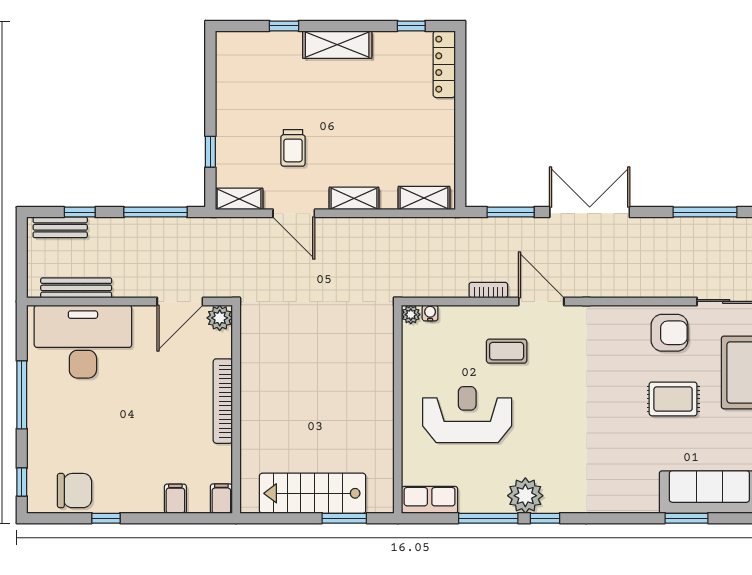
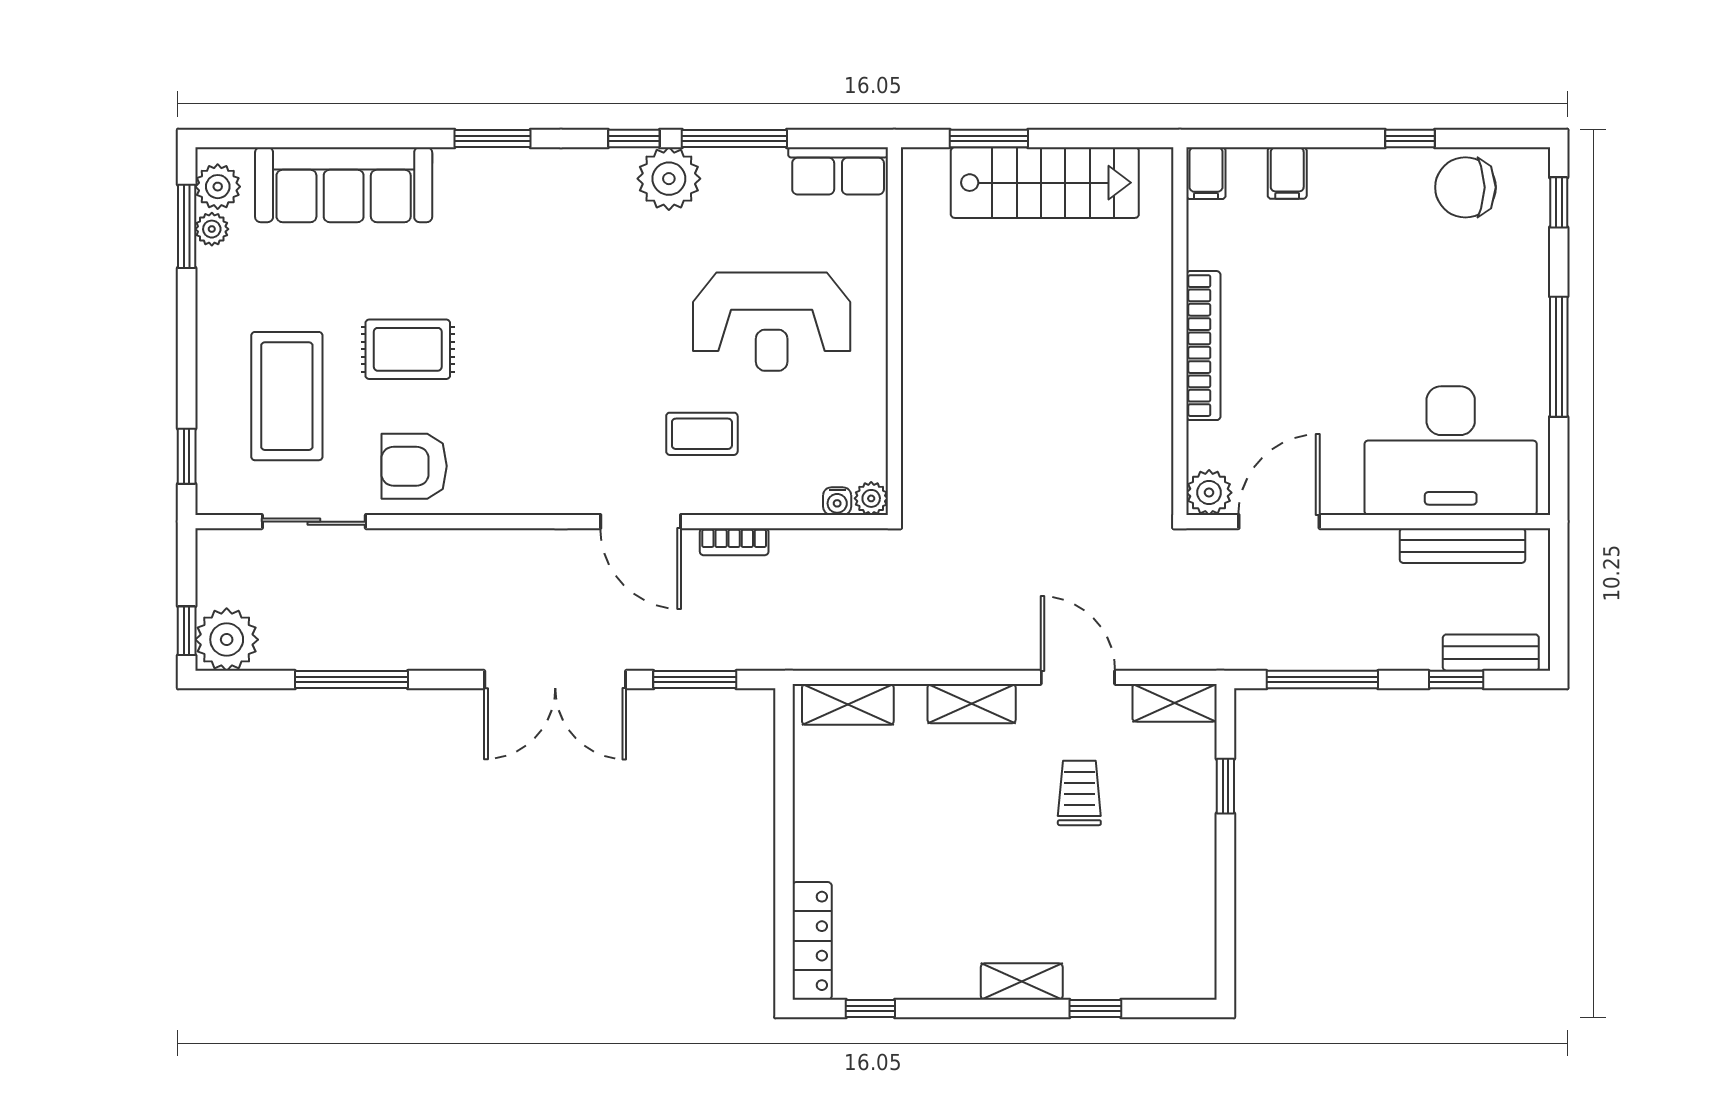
shelving: (337, 45) -> (1022, 981), width x0.67, depth x0.75
window: (686, 518) -> (492, 139), moved

